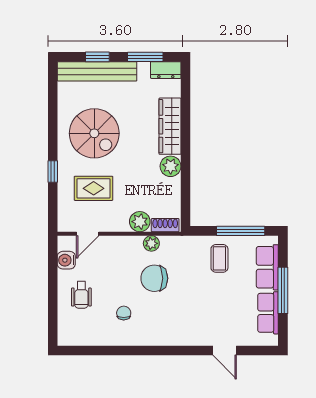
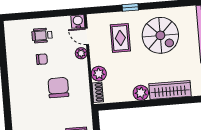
spiral stairs: (94, 133) -> (160, 35), turned -90
plant: (151, 243) -> (81, 53), moved
water cooler: (66, 260) -> (78, 21), moved
chair: (124, 313) -> (42, 59), moved

